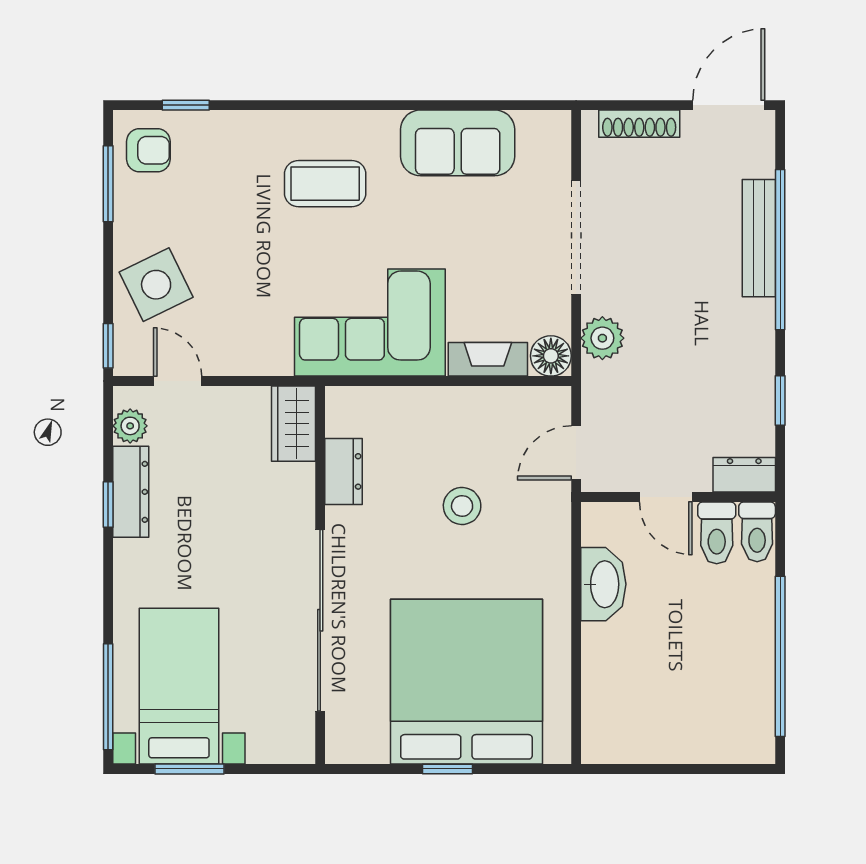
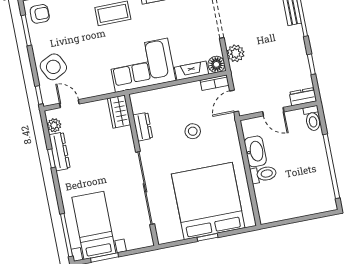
bookcase: (538, 399) -> (215, 83), added
toilet: (717, 533) -> (263, 174), moved, turned -90

